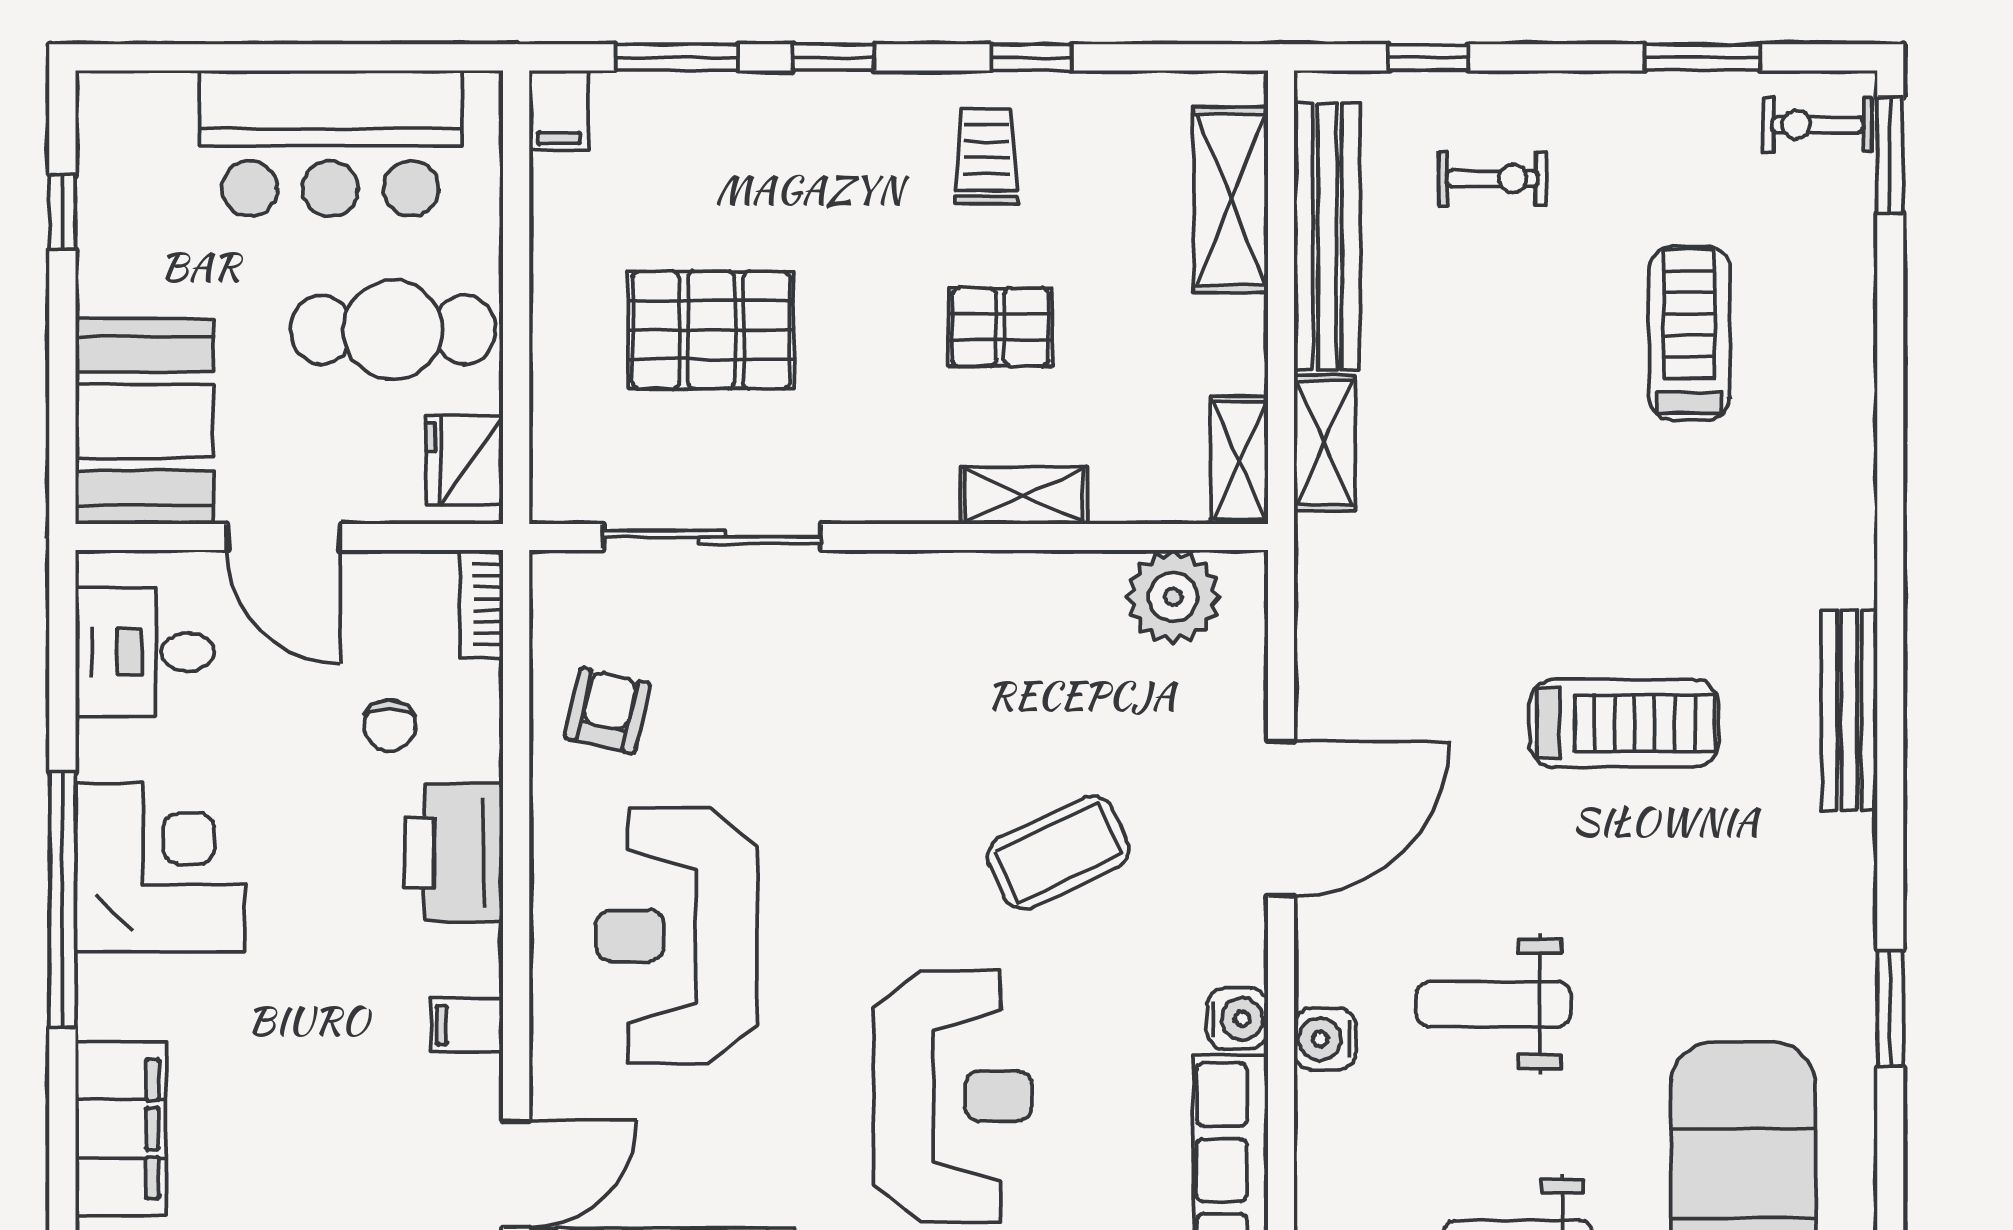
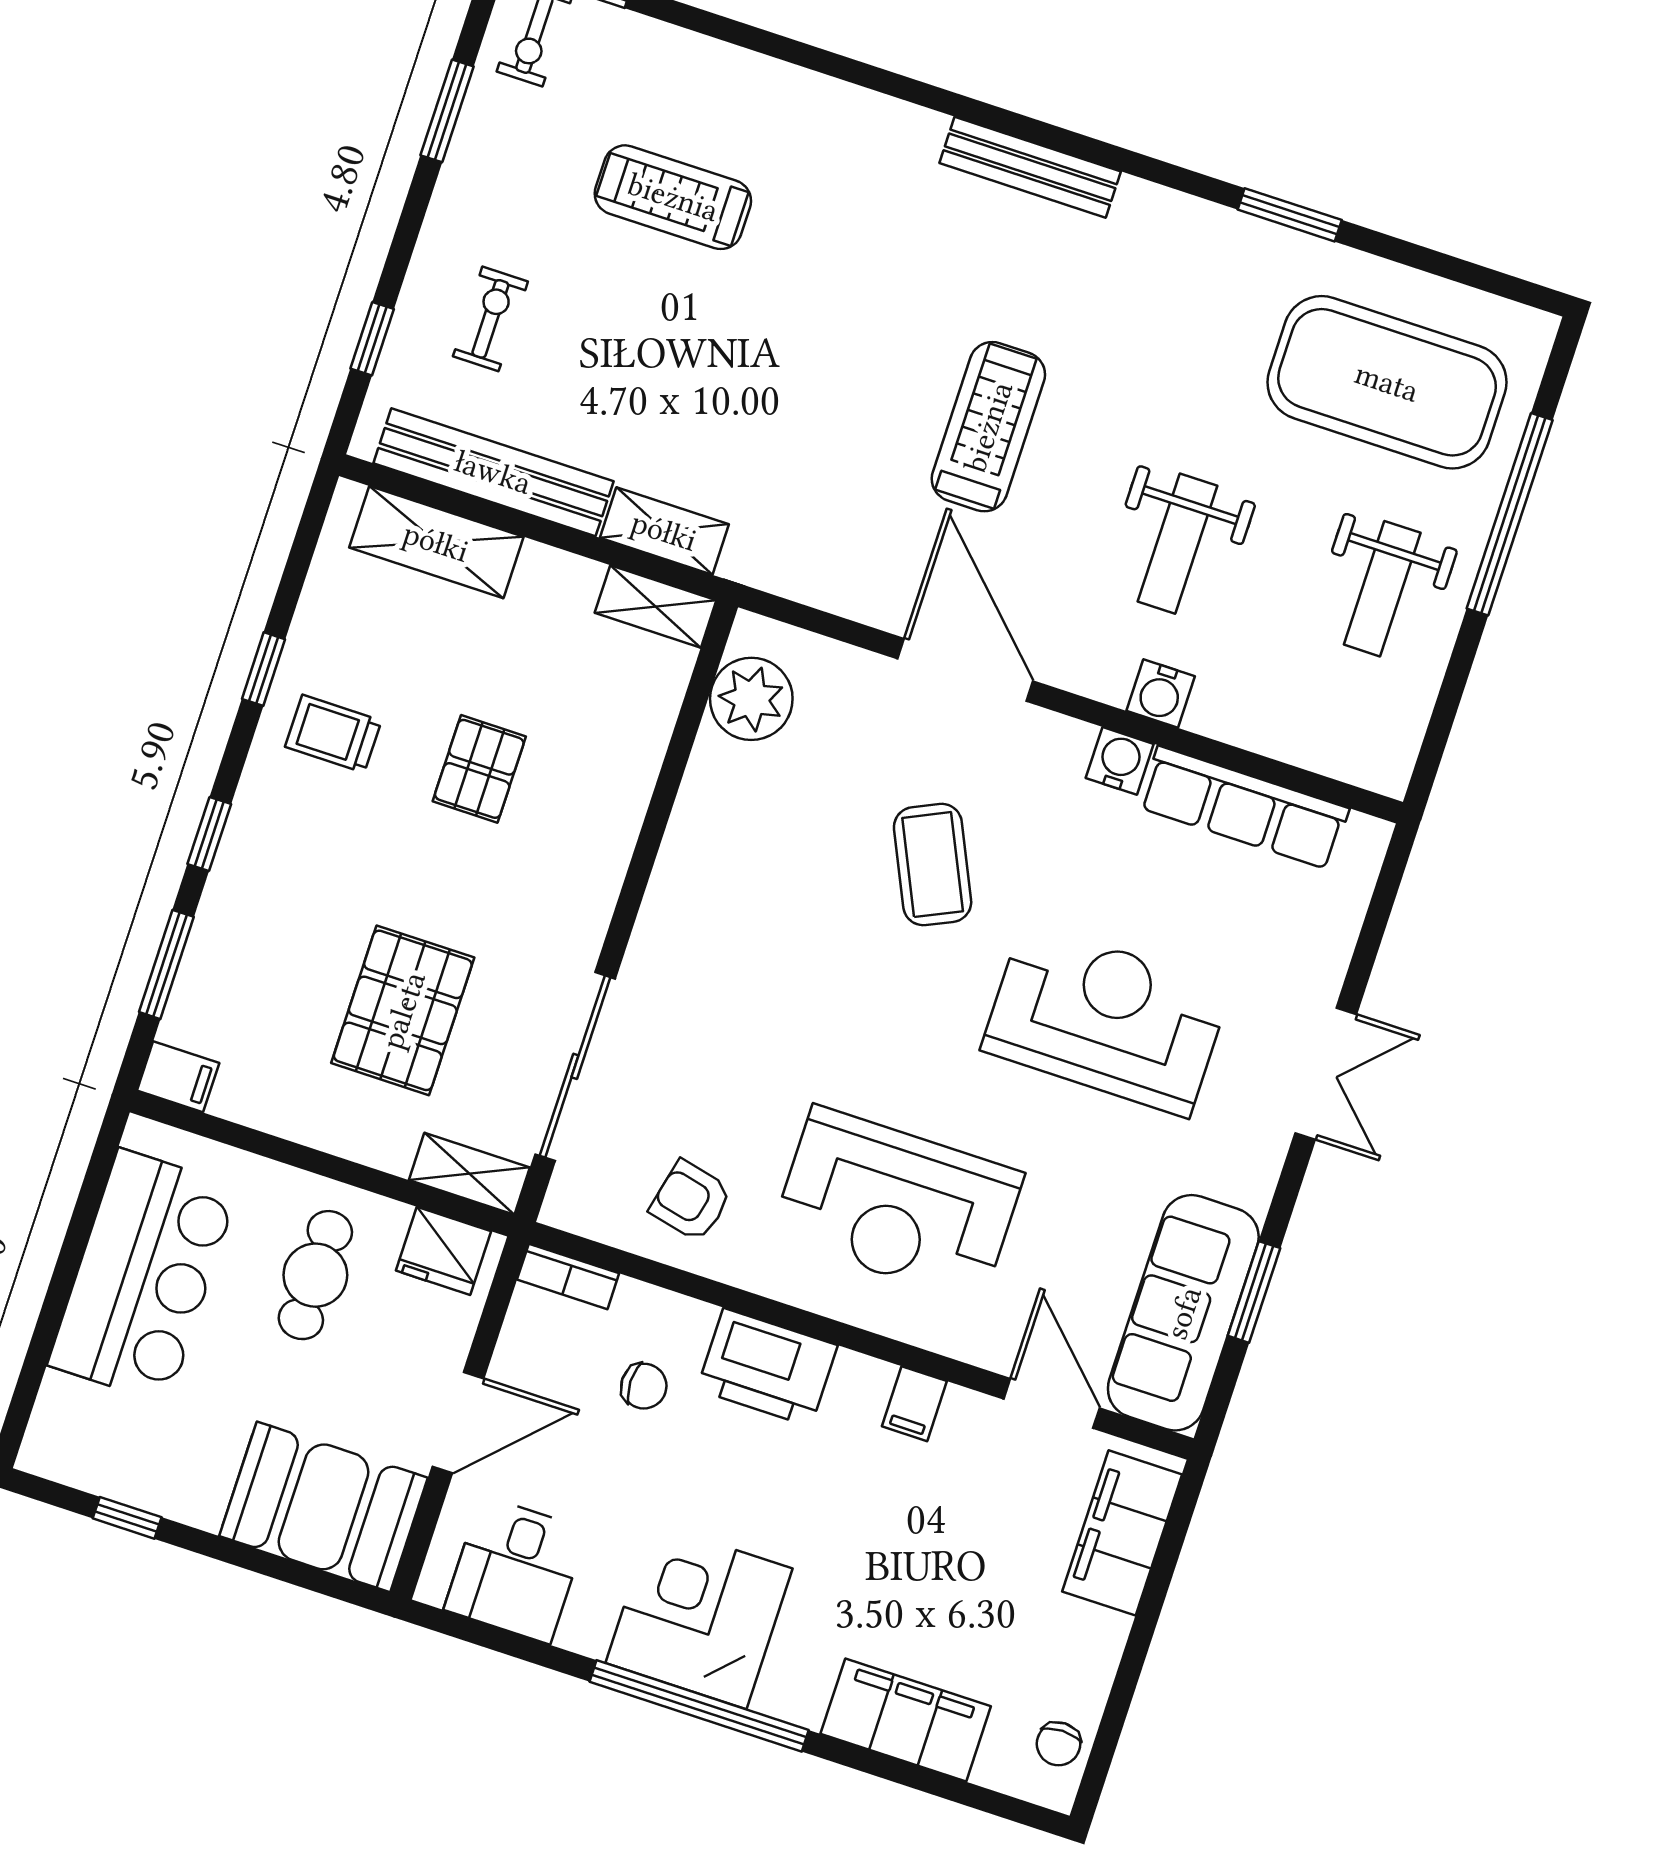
cafe table: (393, 330) -> (315, 1275), width x0.73, depth x0.74
shelving: (1024, 496) -> (469, 1174), moved, turned 90
treadmill: (1624, 723) -> (988, 427), moved

